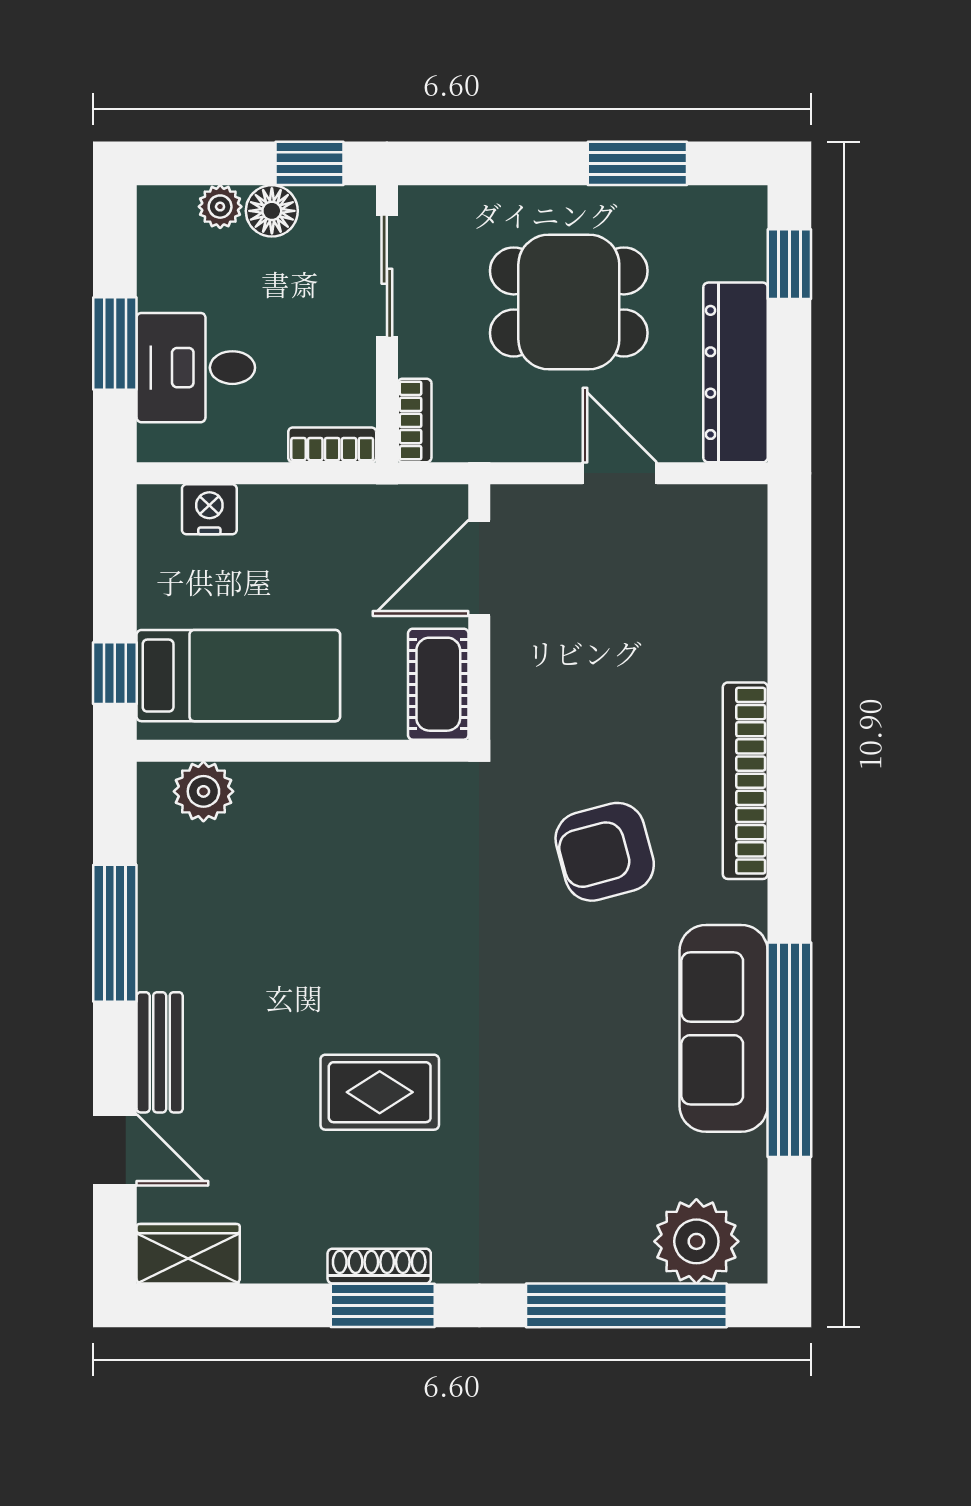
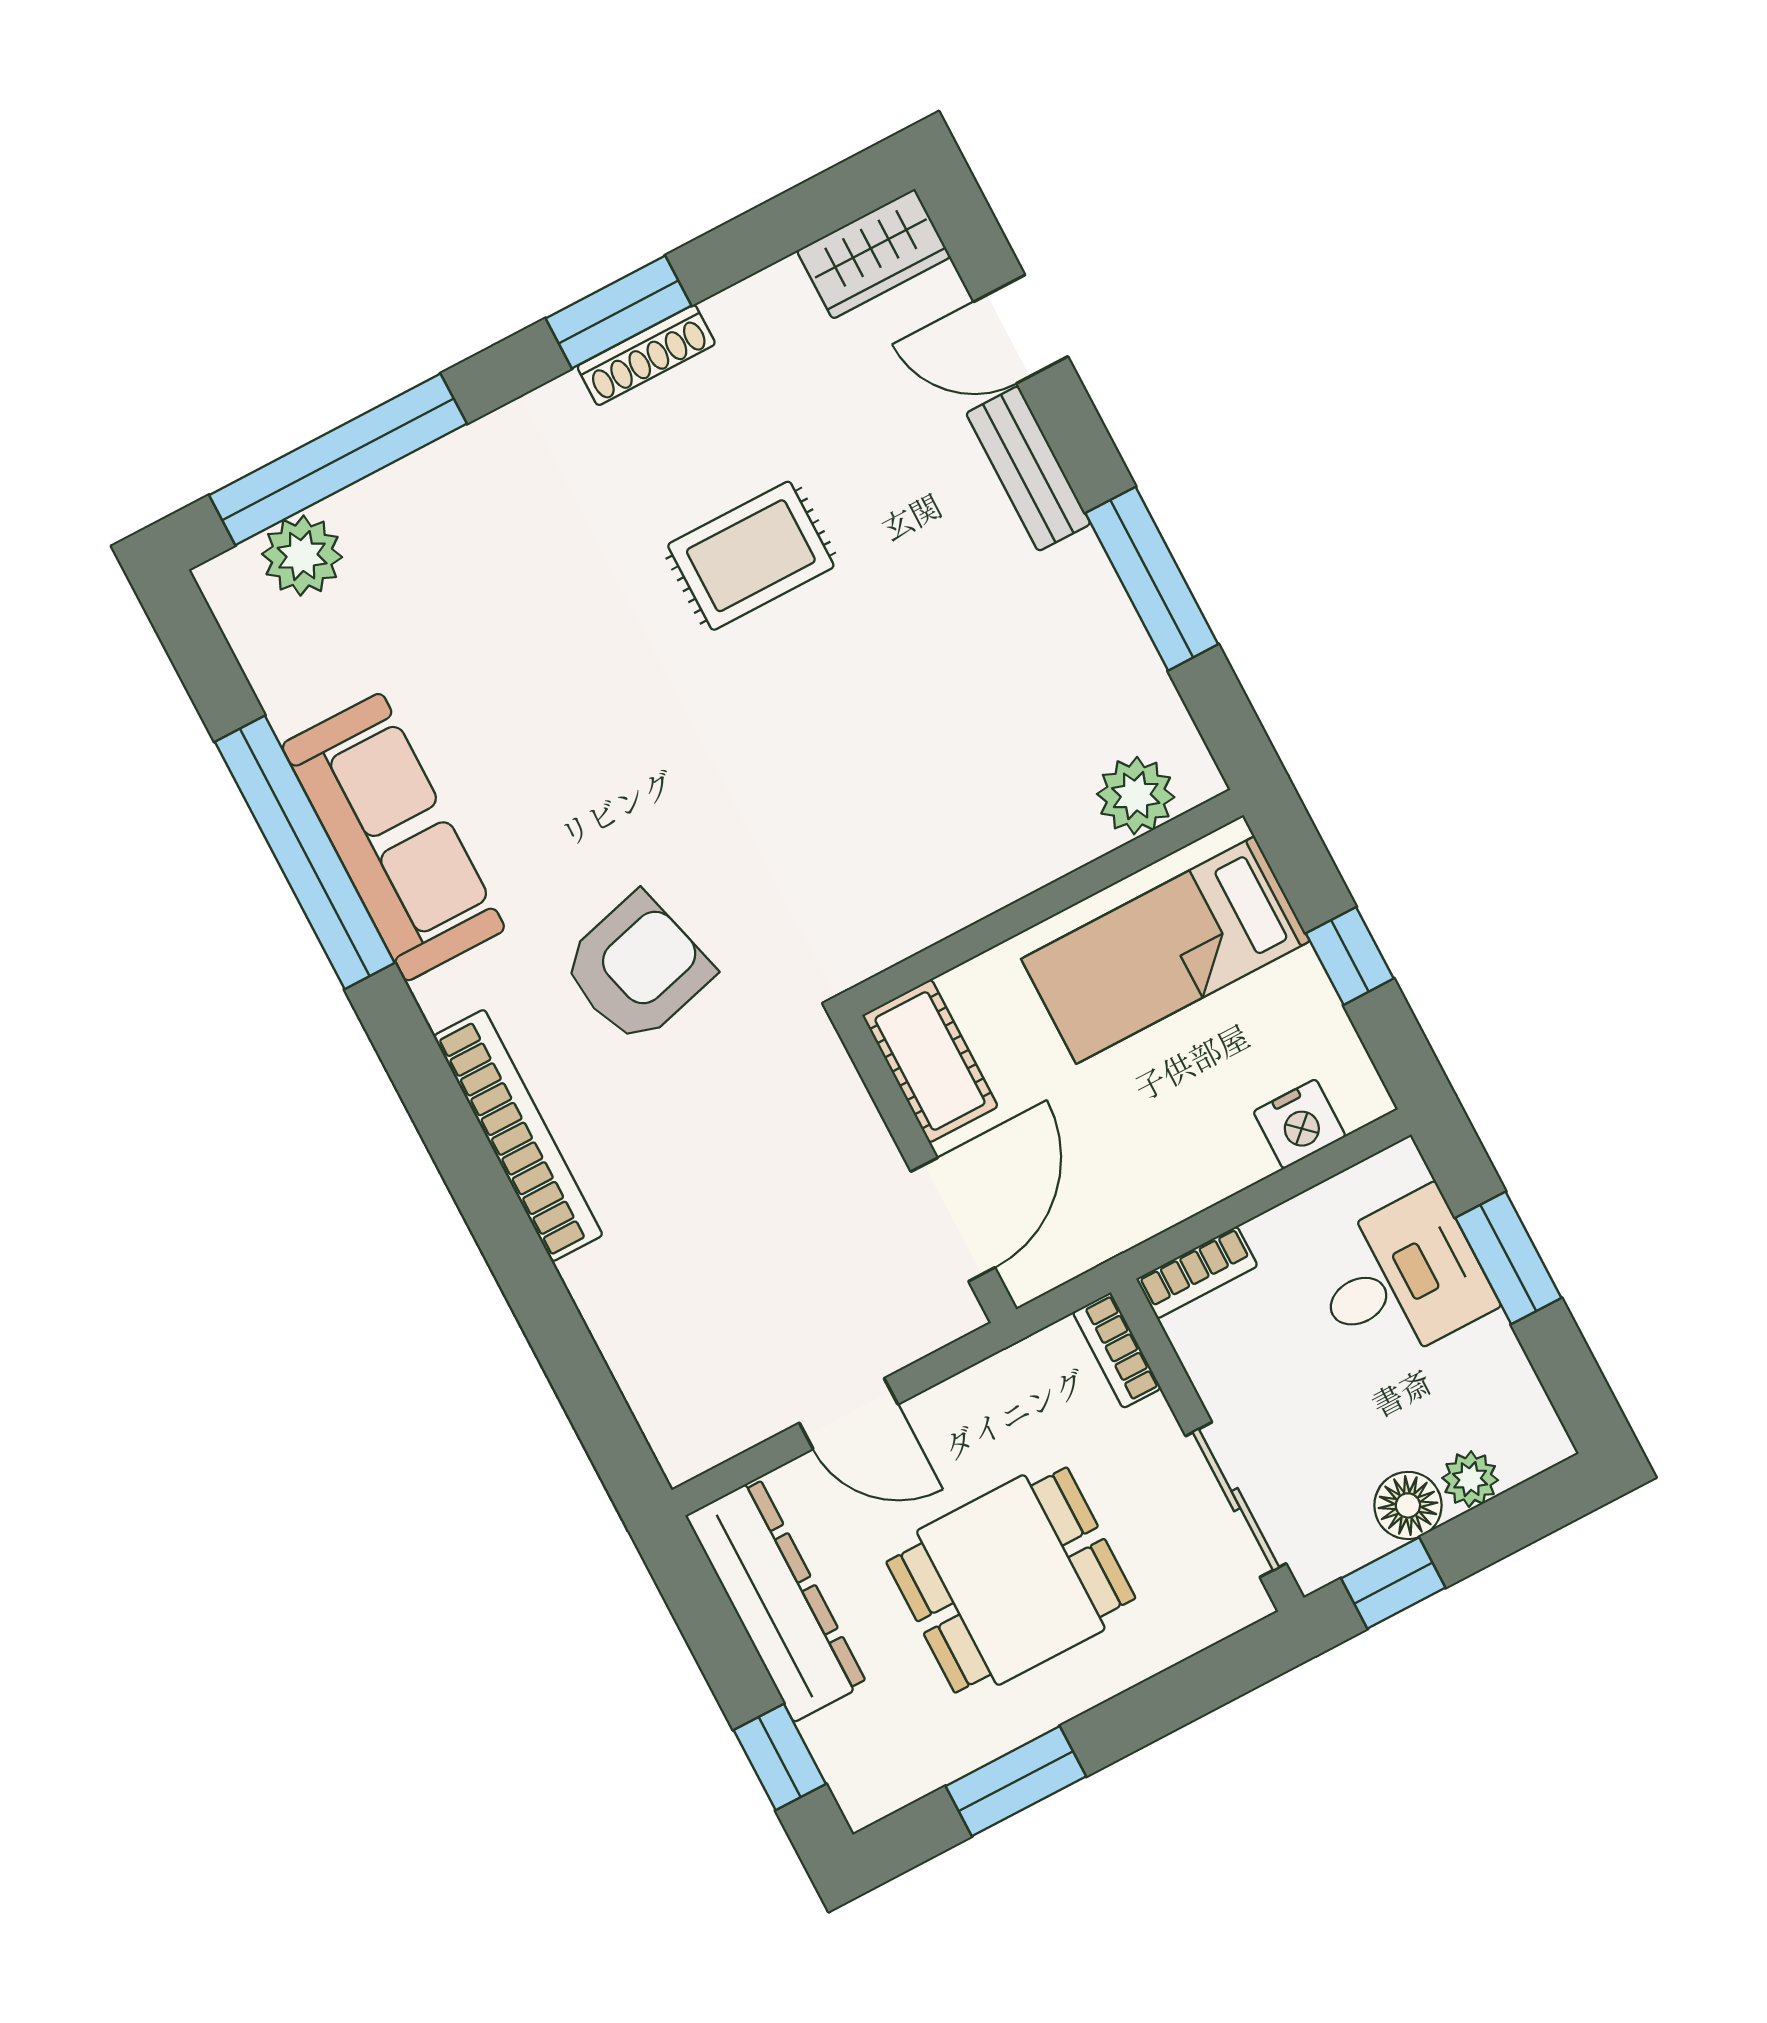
window: (115, 673) -> (1350, 956), moved
plant: (696, 1241) -> (302, 556), width x0.73, depth x0.73

